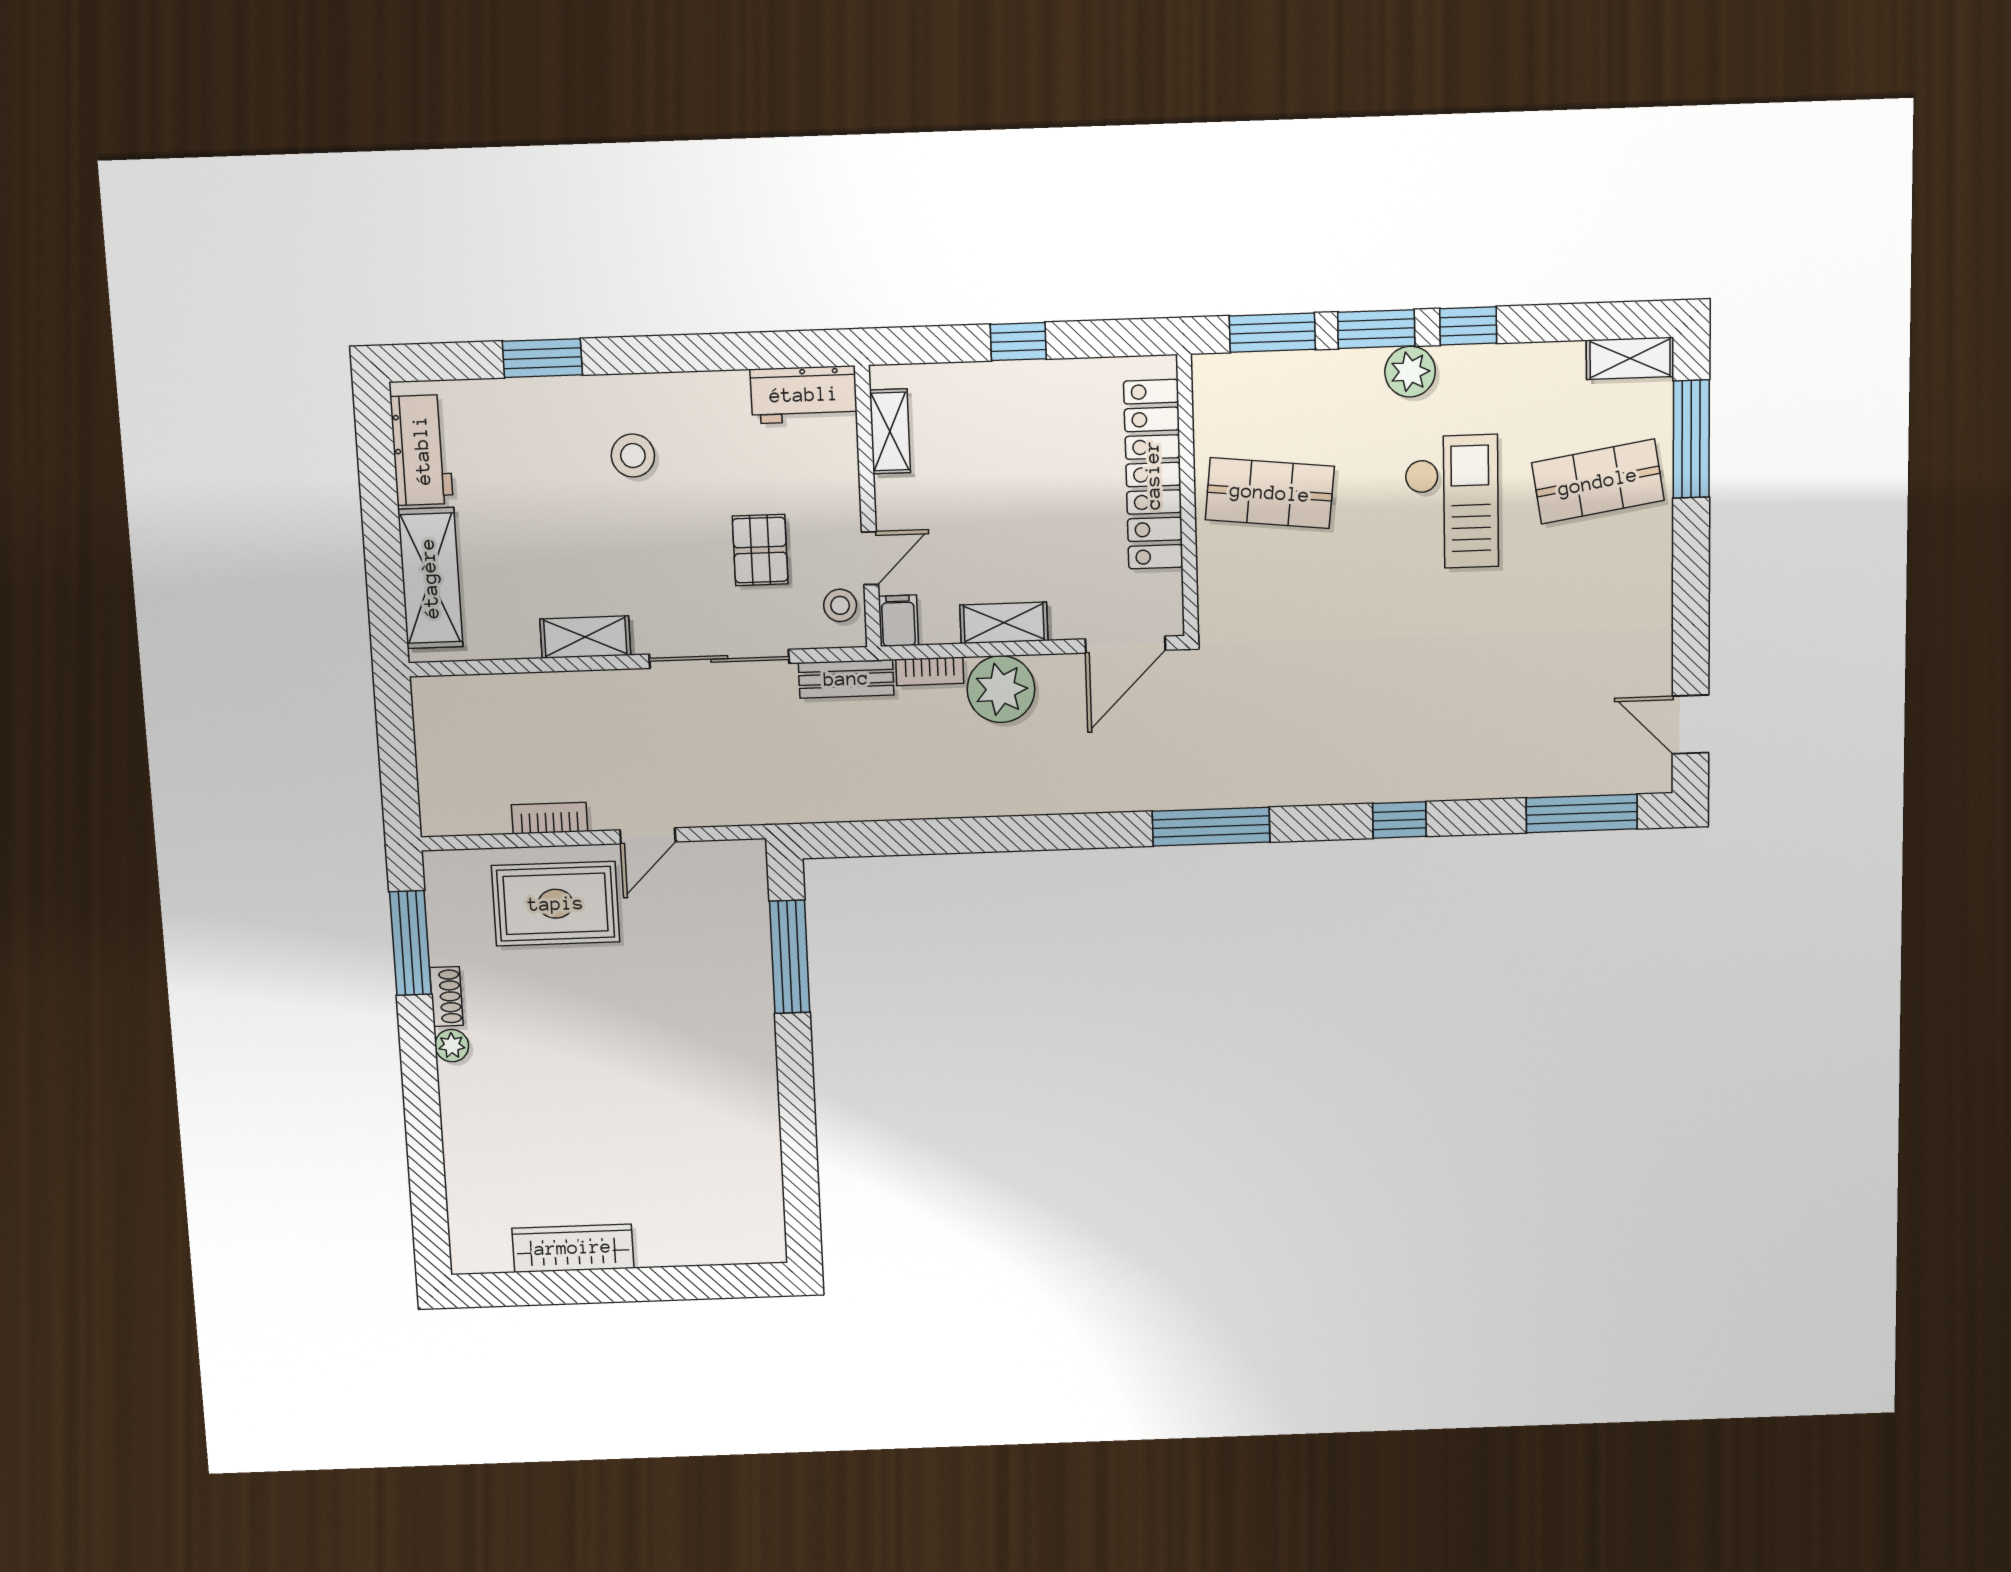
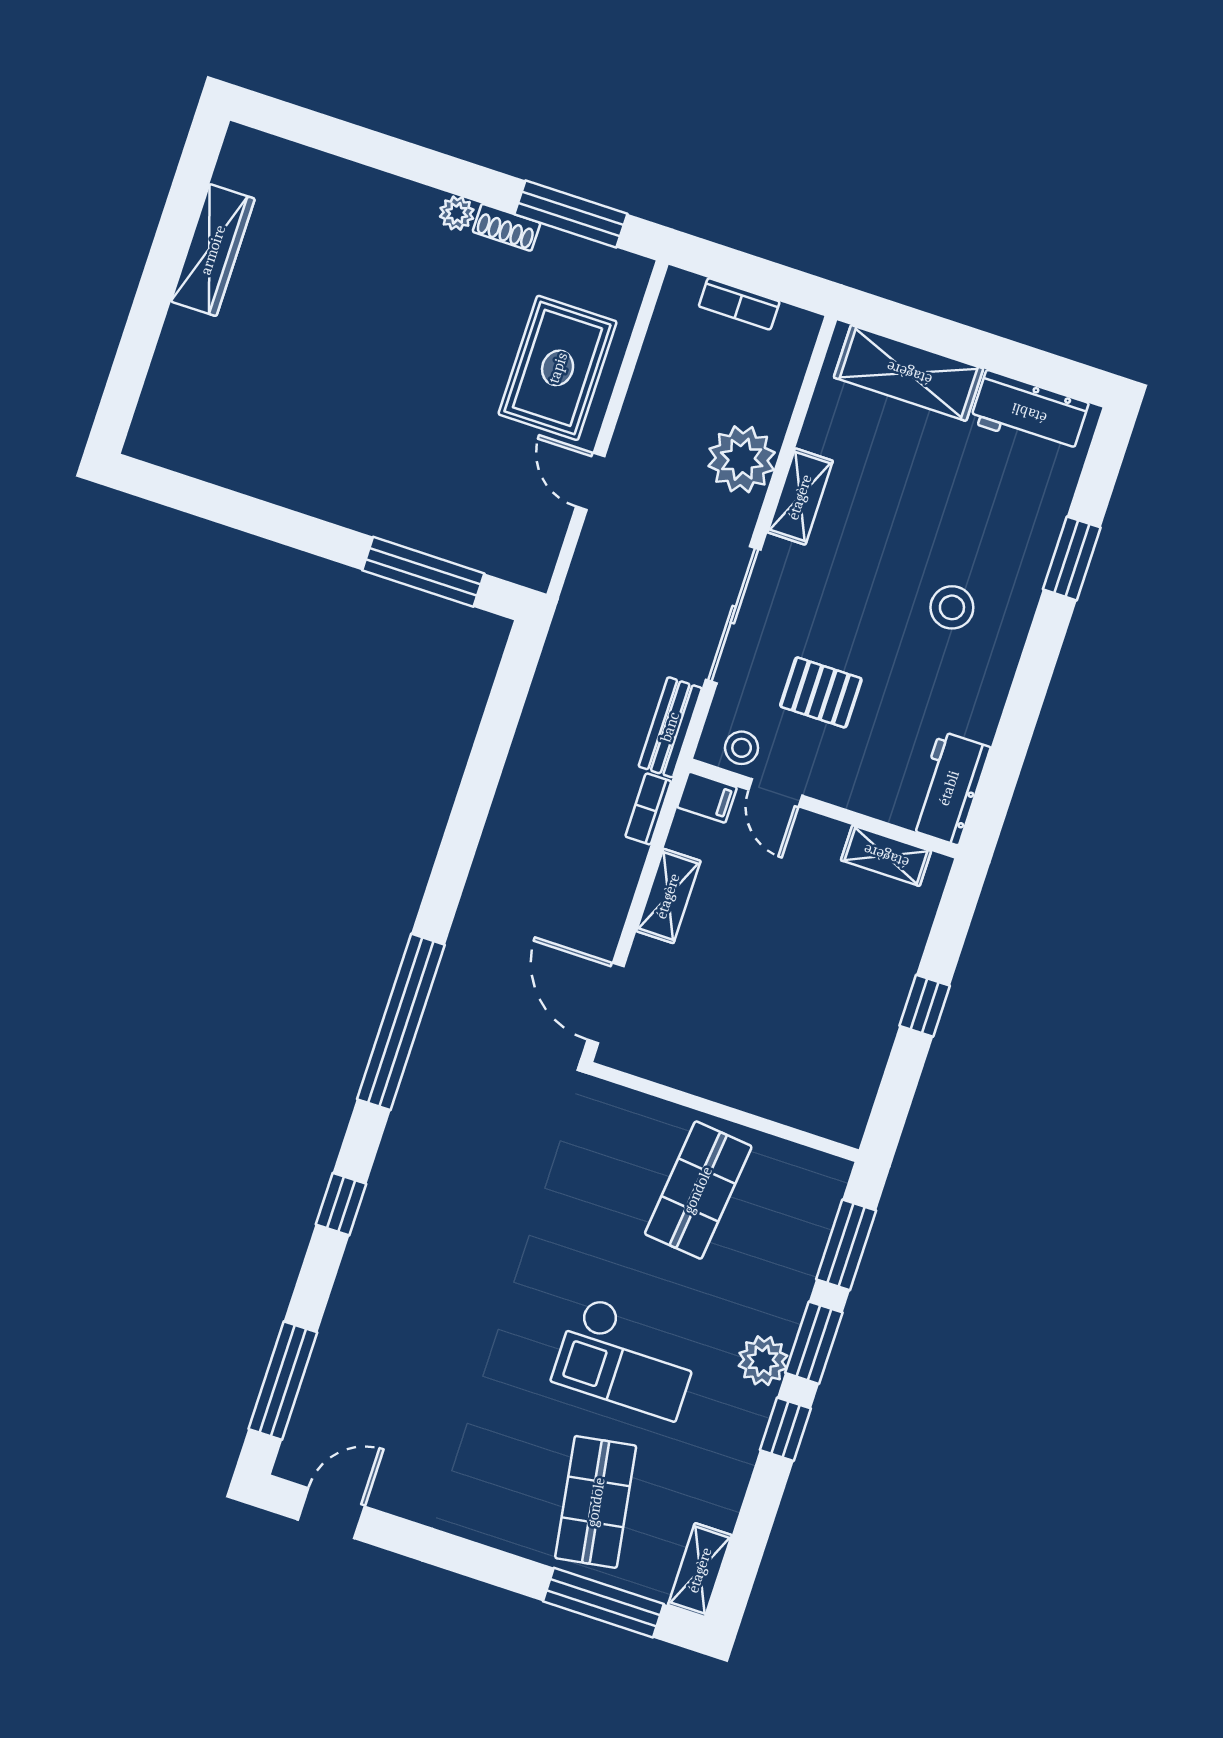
locker: (1153, 475) -> (756, 1087), removed
plant: (1001, 689) -> (742, 459), moved
bookcase: (550, 818) -> (739, 304), moved, turned 90
window: (1211, 827) -> (401, 1022), width x1.46

